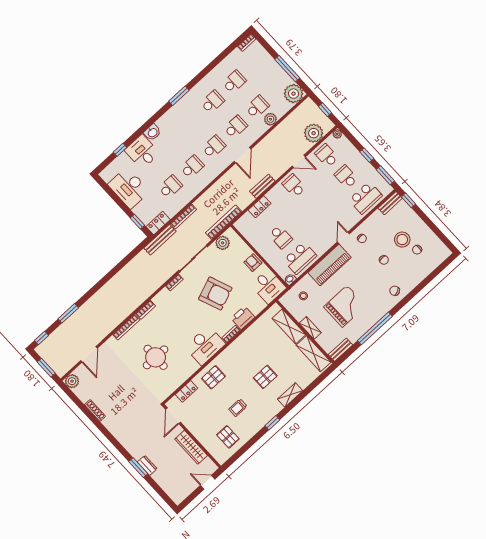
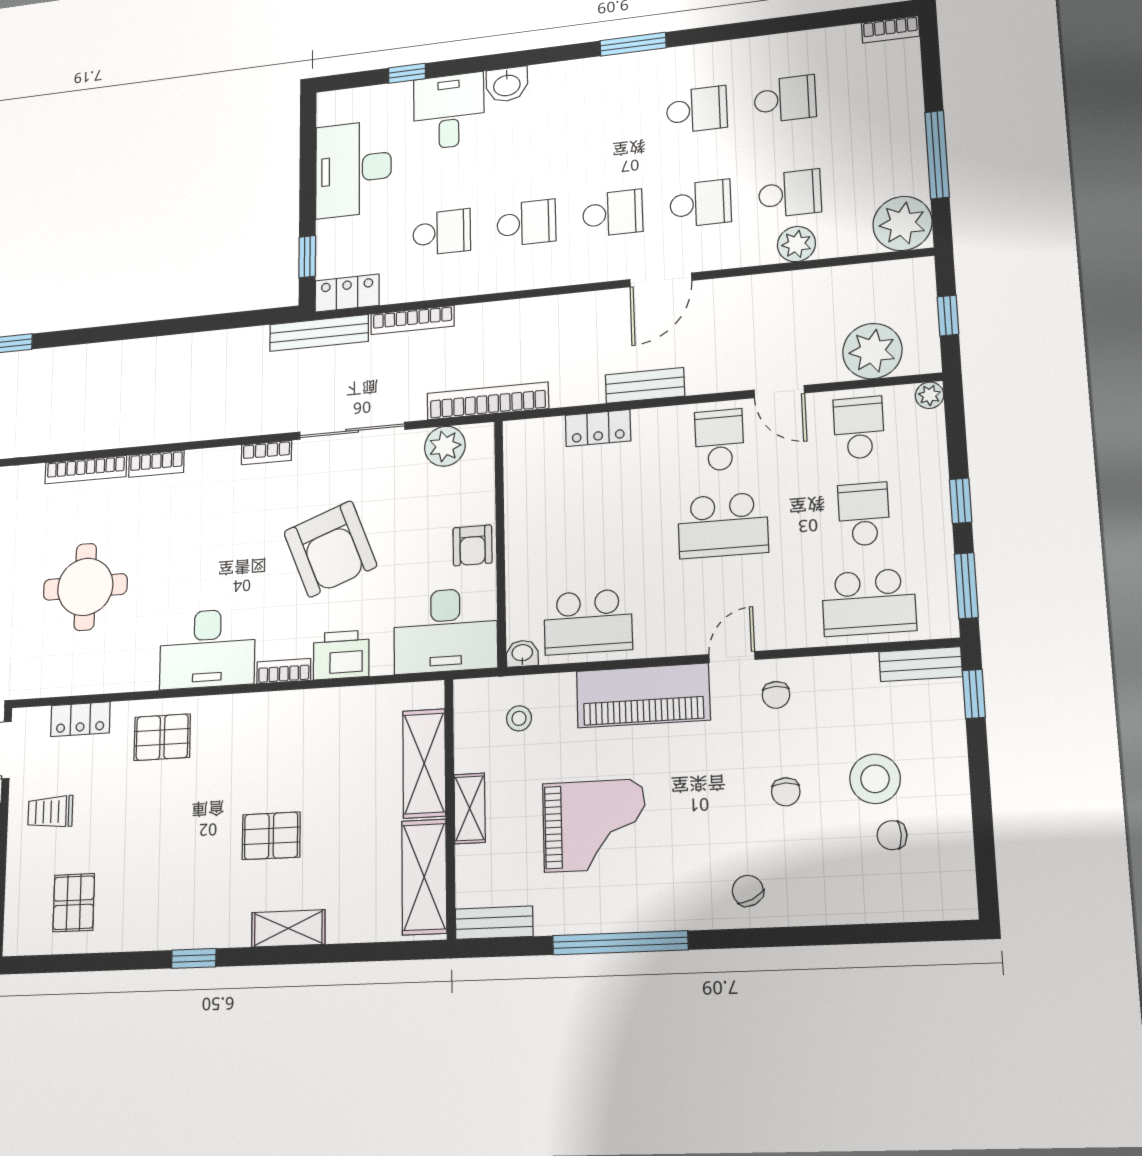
school desk: (281, 237) -> (723, 525), moved, width x1.85
armchair: (253, 263) -> (473, 545), turned 180
desk: (268, 286) -> (445, 631), width x1.37
trolley: (238, 408) -> (50, 812), moved

